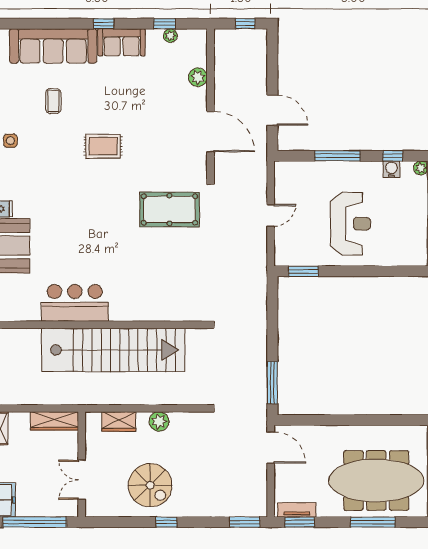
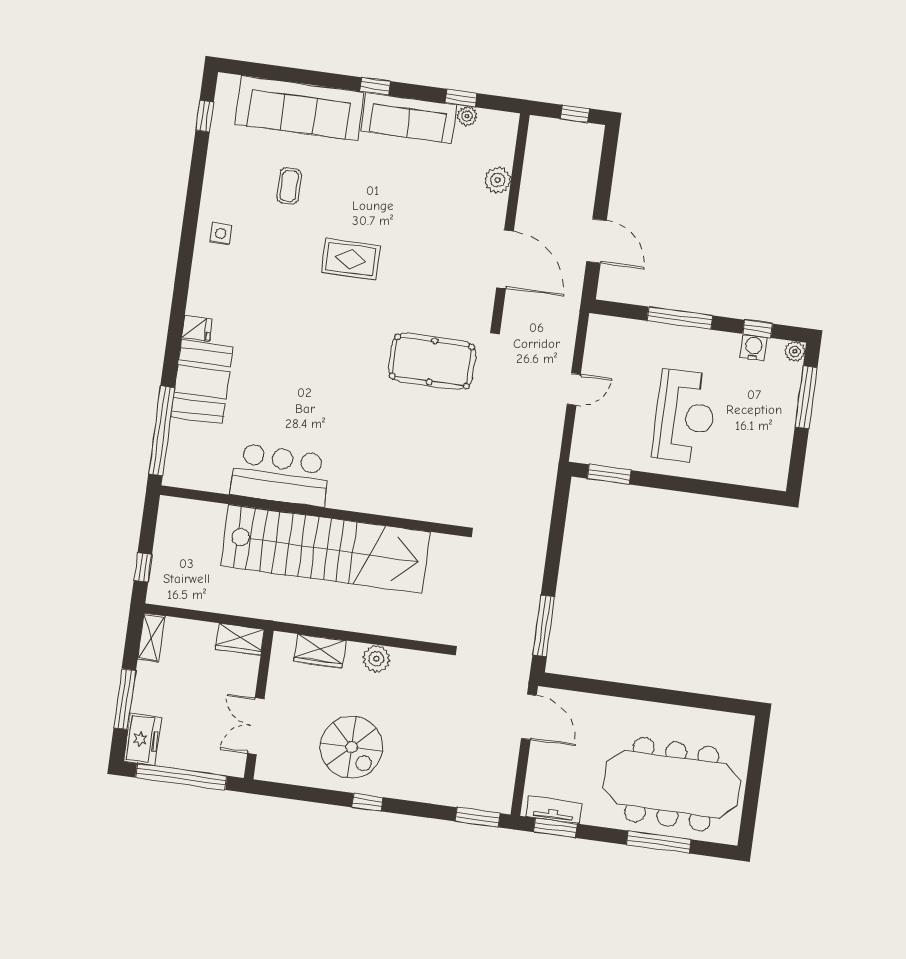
sofa: (122, 42) -> (409, 118), width x1.36
wardrobe: (54, 421) -> (240, 639), width x0.67

